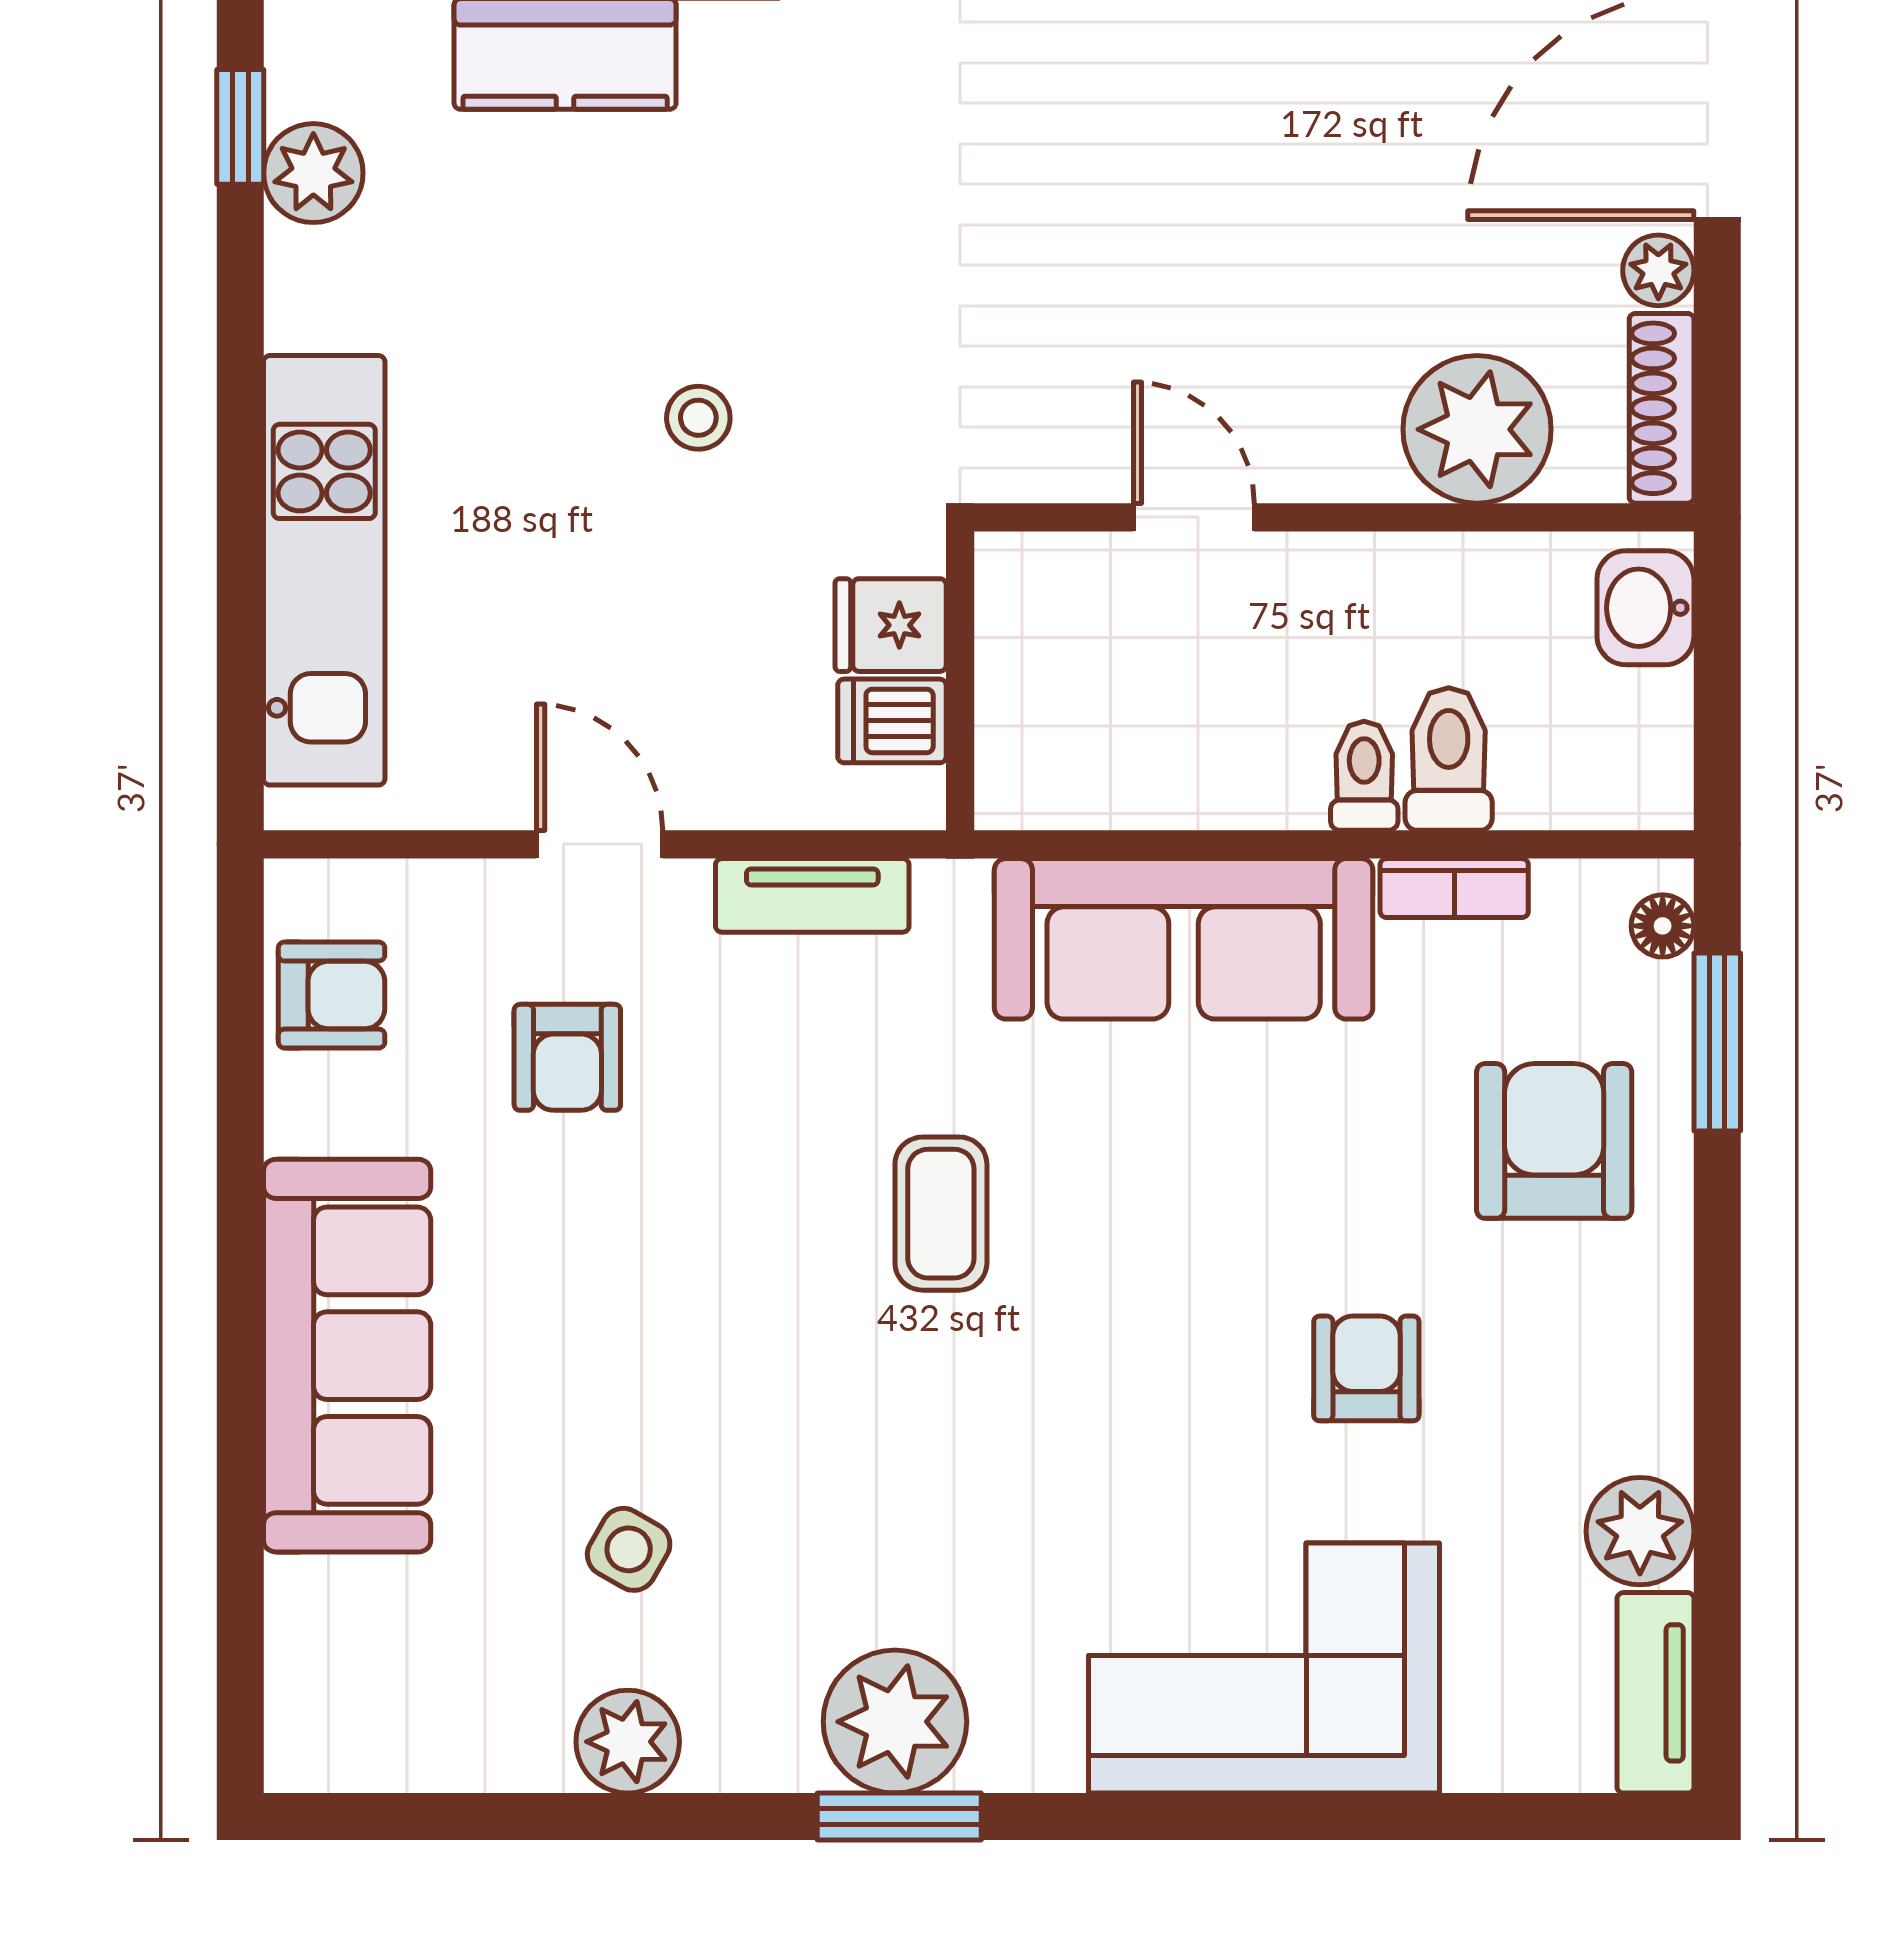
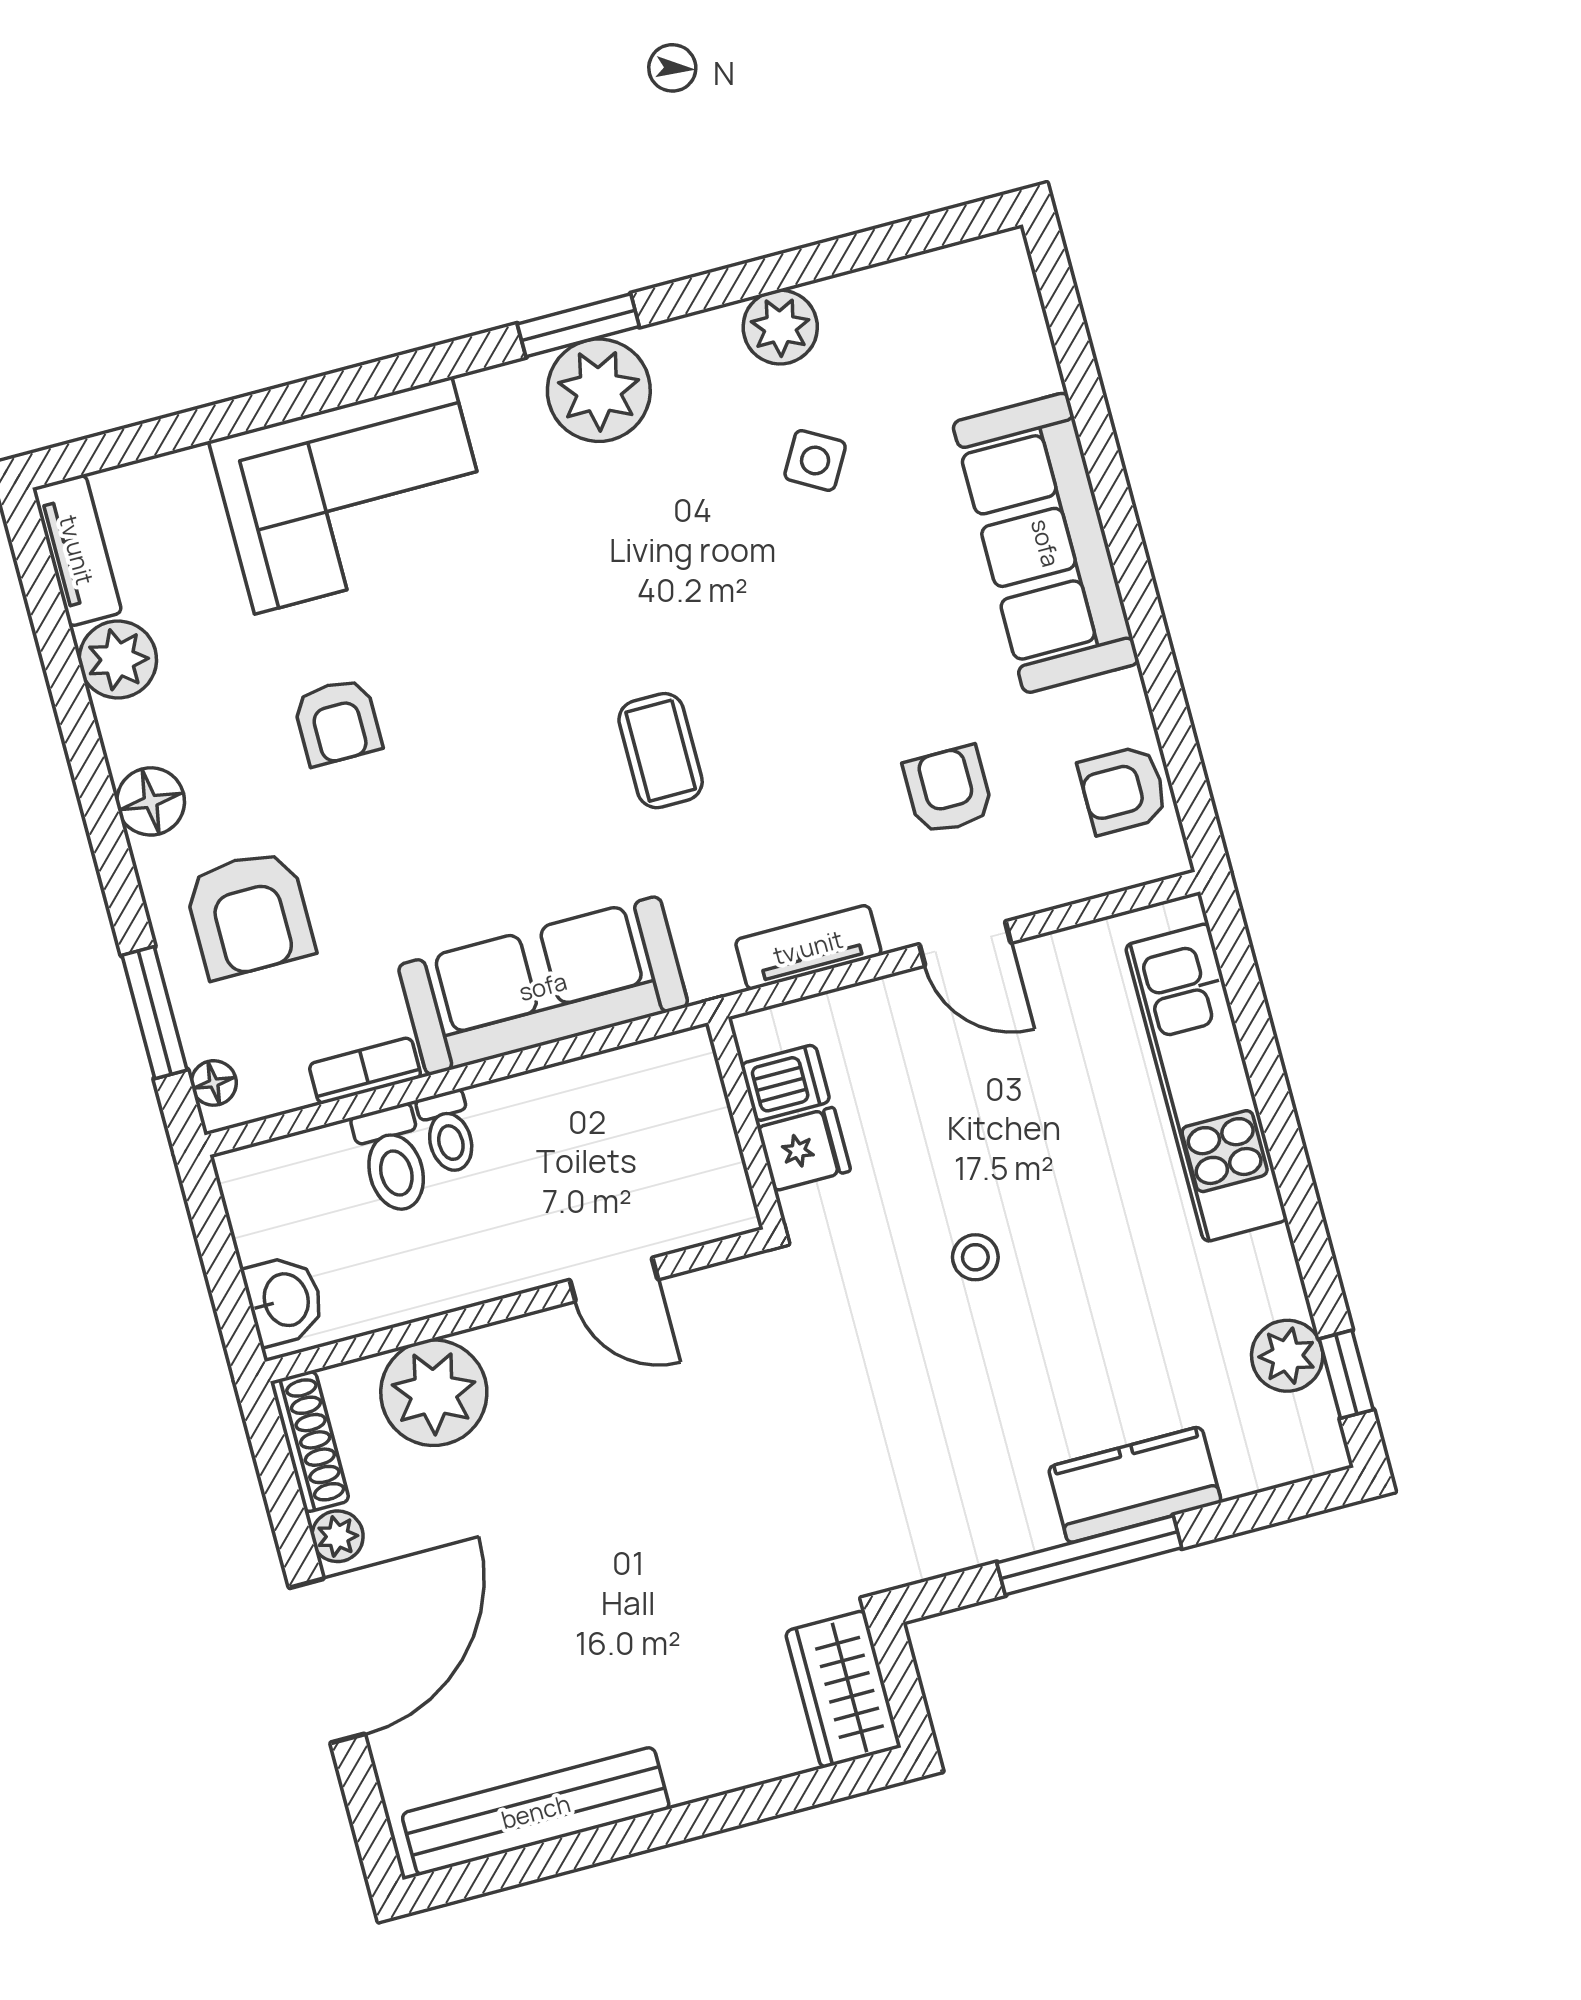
floor lamp: (1647, 1328) -> (151, 801), added

